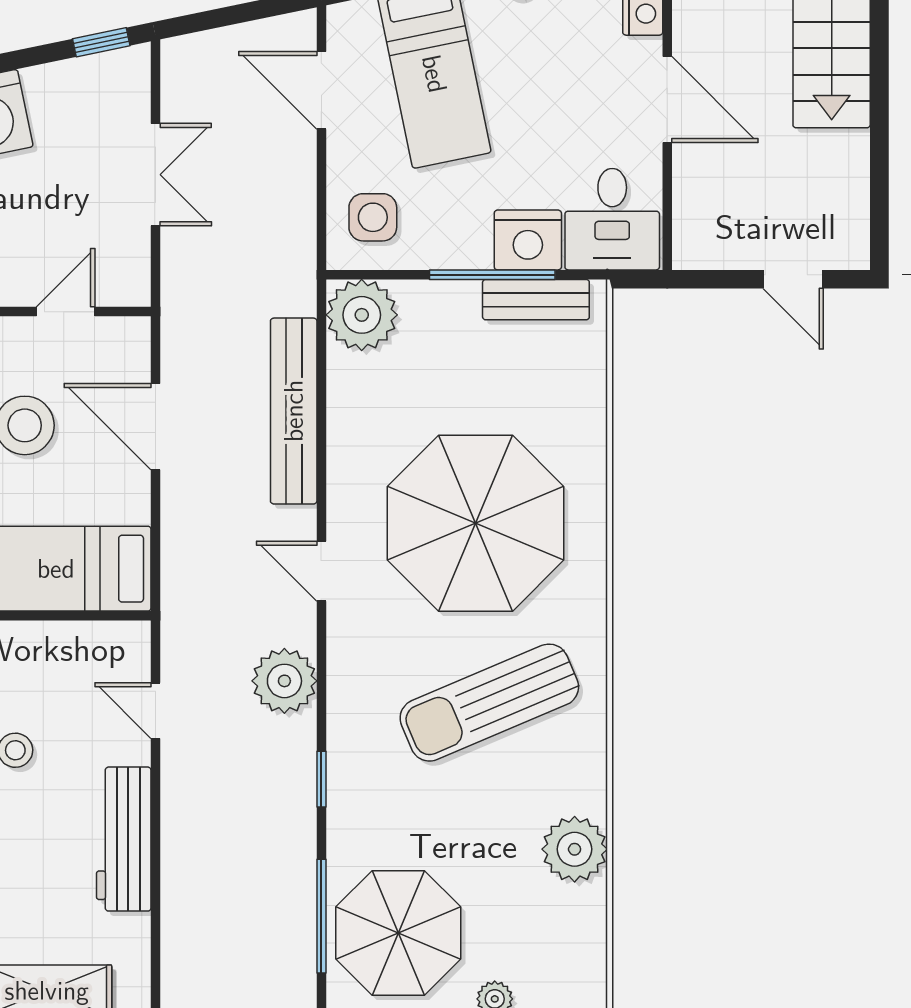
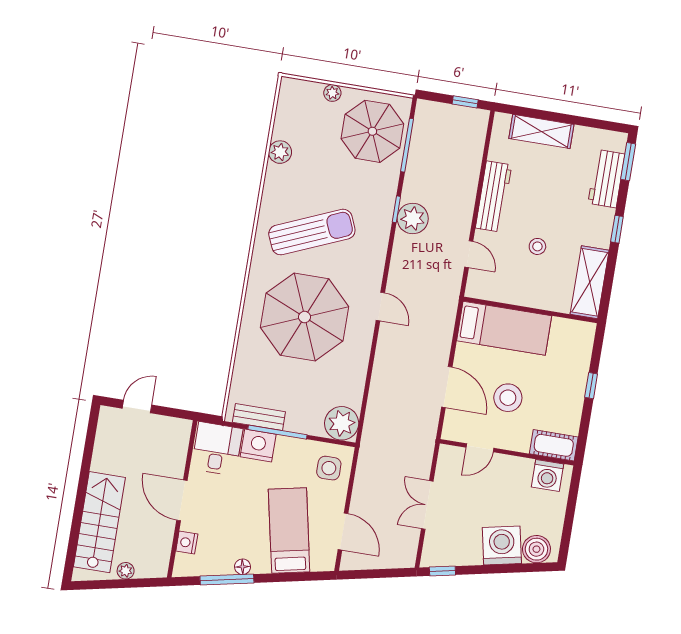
door: (793, 279) -> (137, 407), hinge flipped
bench: (294, 411) -> (381, 384), removed
plant: (284, 681) -> (413, 219), moved
plant: (575, 849) -> (280, 152), width x0.73, depth x0.73

